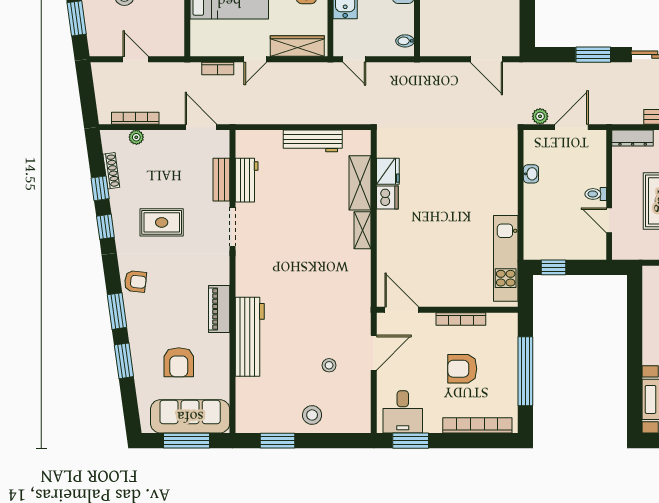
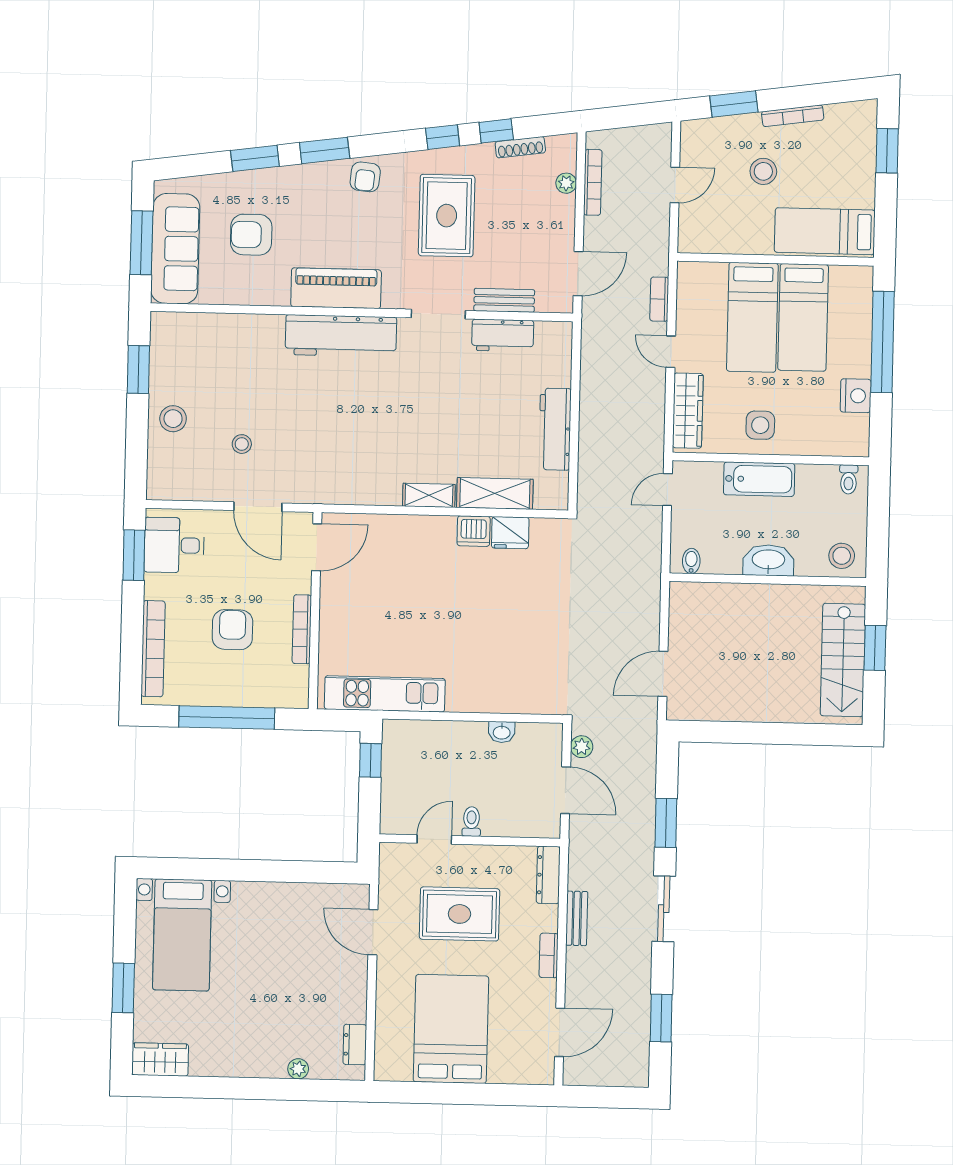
rug: (162, 222) -> (447, 216), width x1.36, depth x1.43
piano: (219, 309) -> (336, 288), width x1.37, depth x1.33
workbench: (250, 337) -> (341, 336), moved

